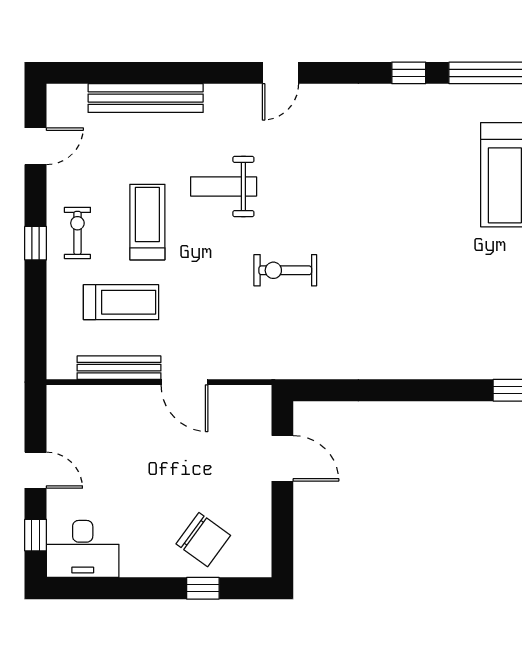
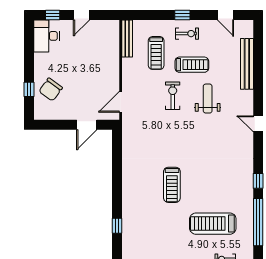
treadmill: (418, 267) -> (172, 185), added
exercise bike: (285, 270) -> (173, 96), moved
bench: (119, 368) -> (127, 38), moved
door: (185, 382) -> (121, 102), moved

